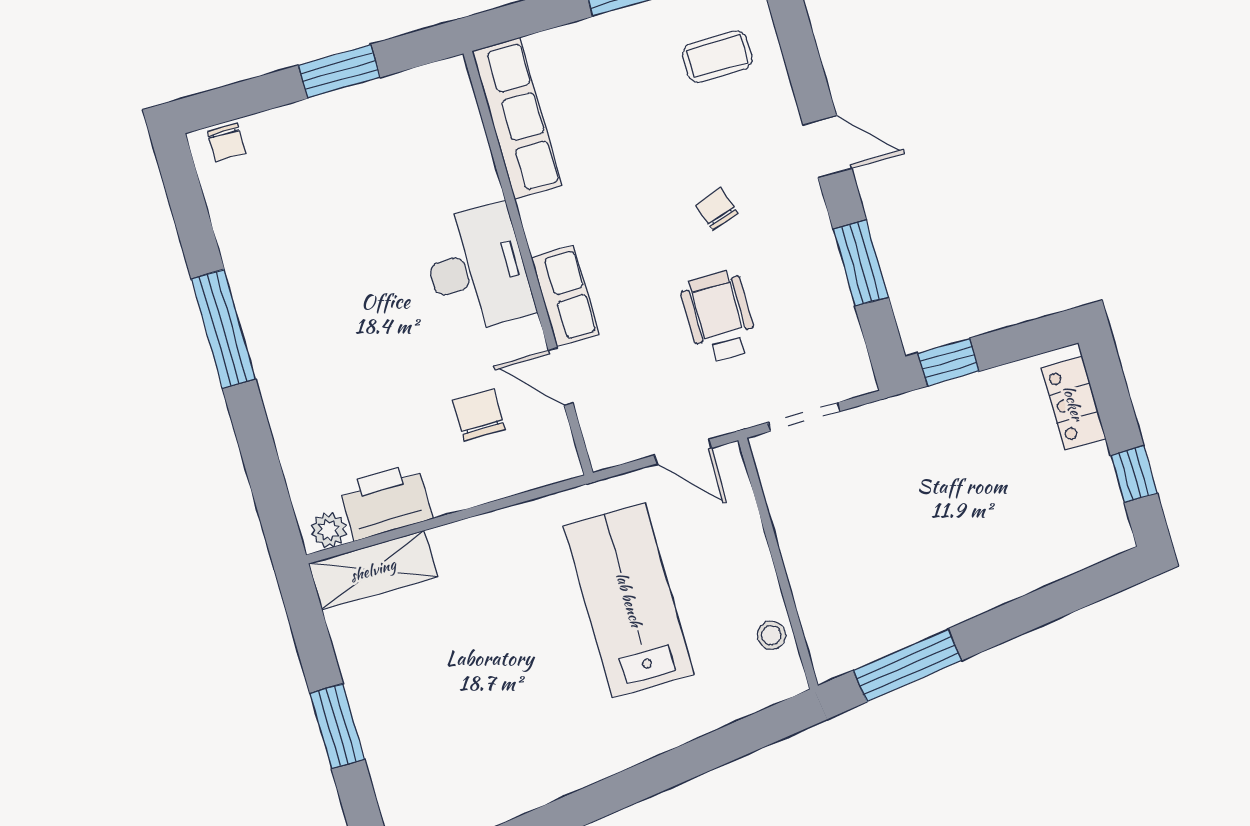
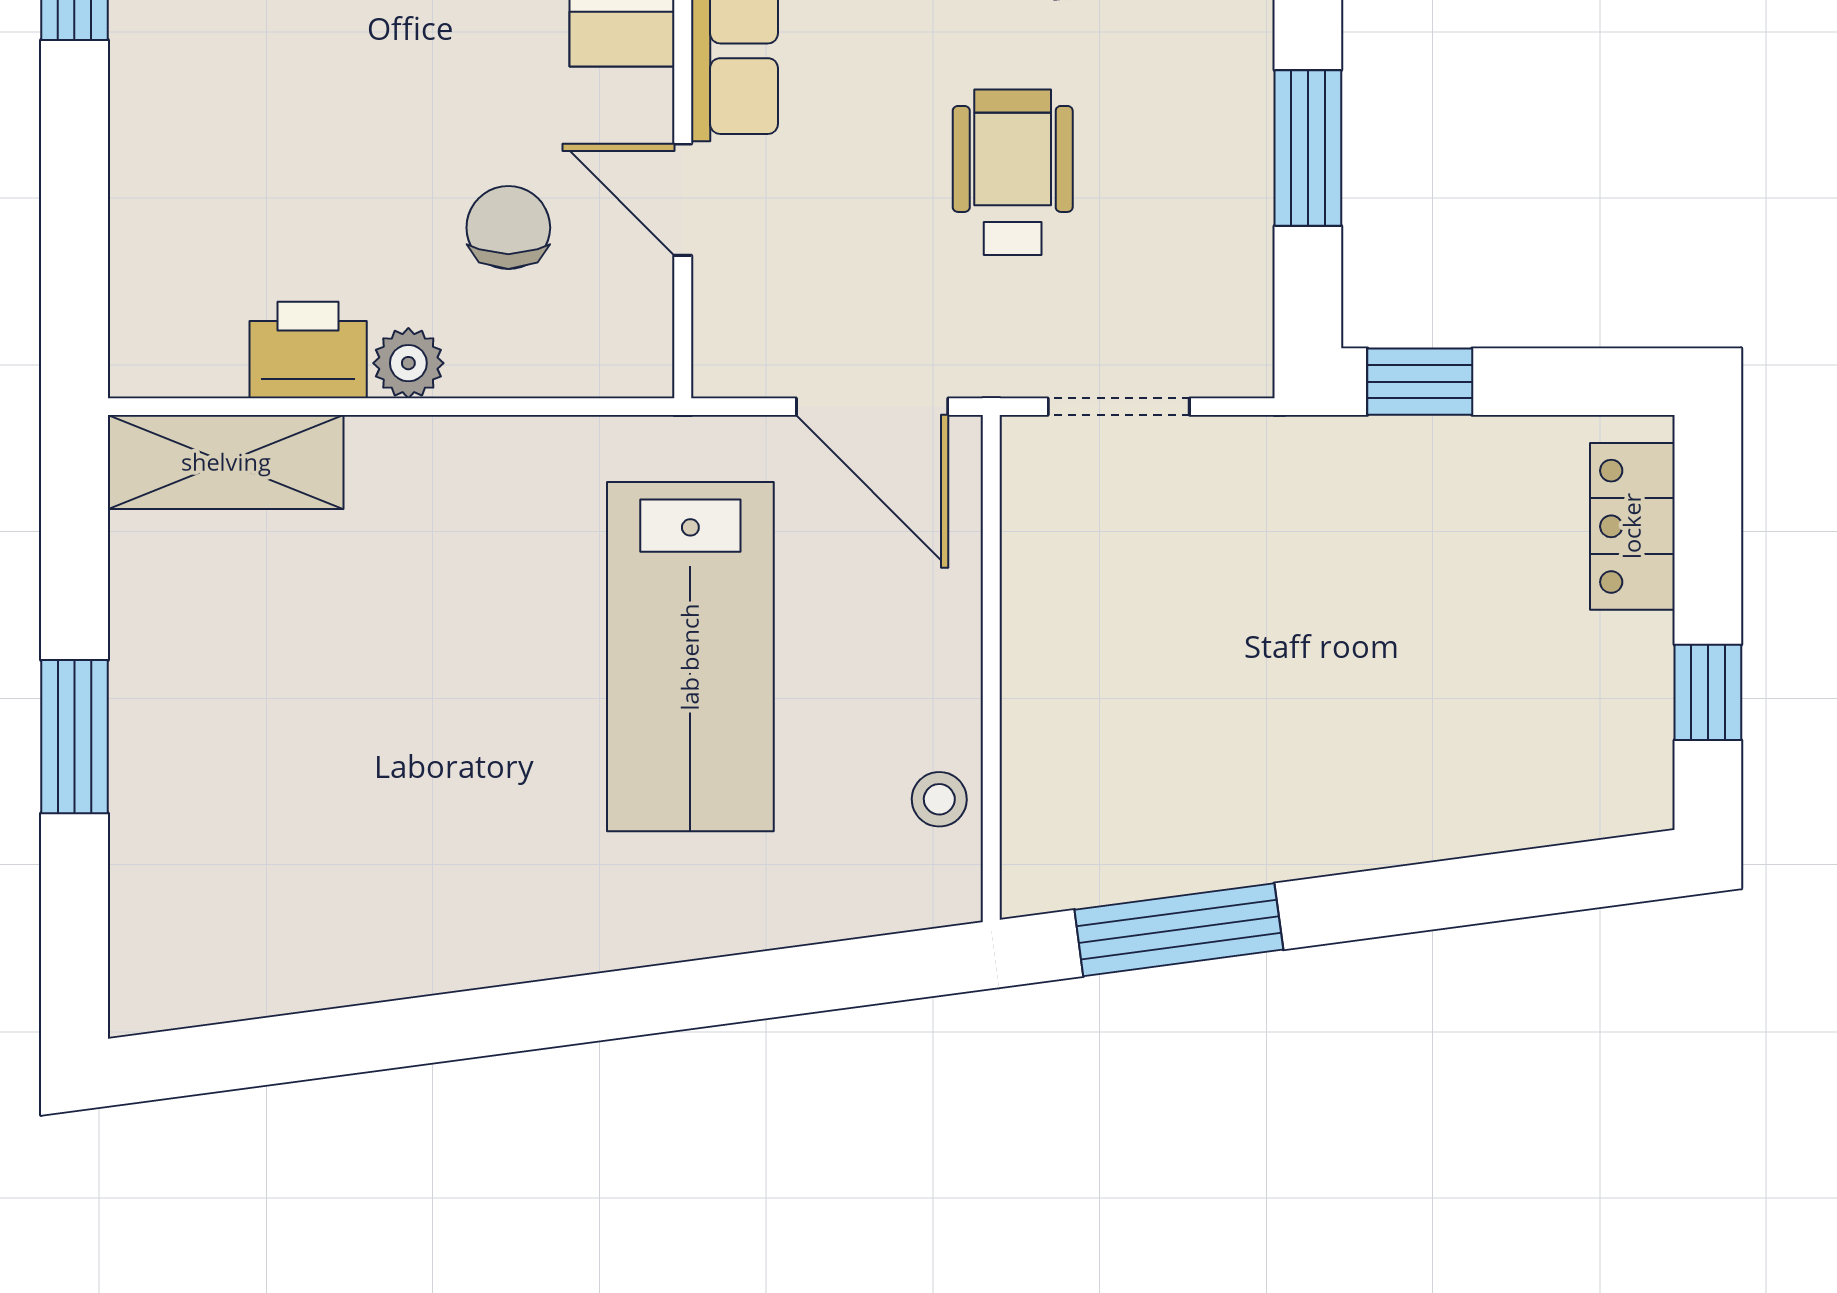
door: (683, 452) -> (872, 407), width x1.38
printer: (386, 502) -> (308, 350), width x0.73, depth x0.84
plant: (329, 530) -> (408, 363), moved
lab bench: (629, 600) -> (690, 657), turned 180

